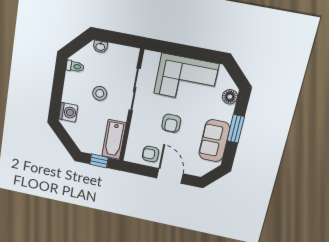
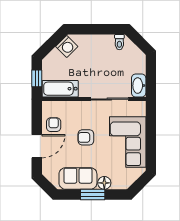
washbasin: (100, 47) -> (139, 86), moved, width x1.91, depth x1.45
stool: (100, 93) -> (100, 68), removed
floor lamp: (230, 97) -> (104, 183), moved
washing machine: (68, 112) -> (67, 46), moved, turned -45

